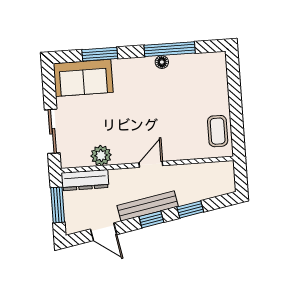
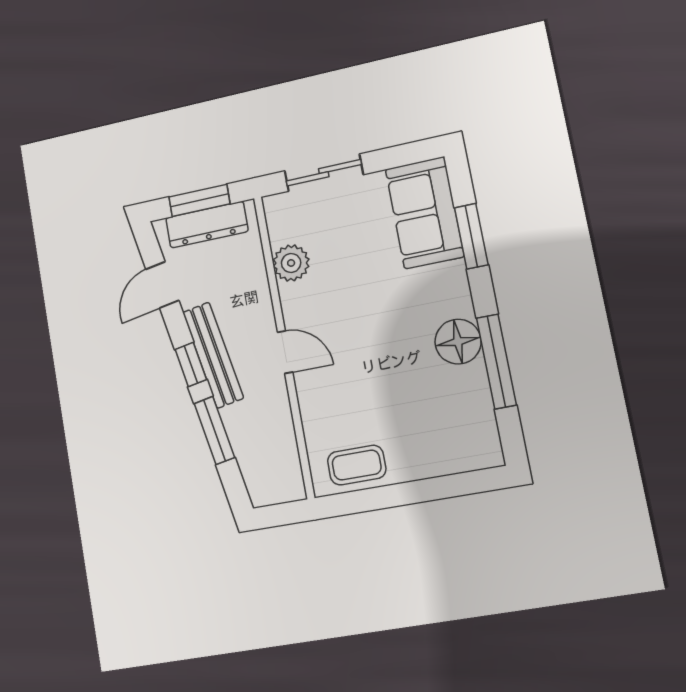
floor lamp: (162, 62) -> (458, 342), width x1.89, depth x1.89
dresser: (85, 180) -> (207, 225), moved, turned -90
window: (190, 209) -> (214, 430), width x1.50

